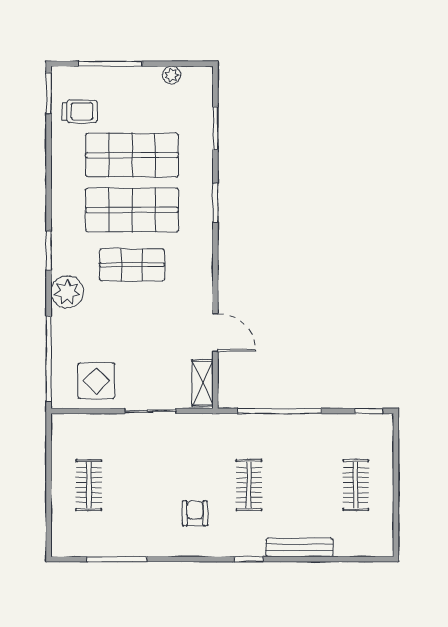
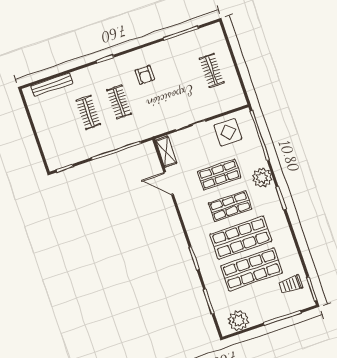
plant: (172, 75) -> (238, 321), width x1.88, depth x1.88
shop shelf: (132, 320) -> (219, 174), added
clothes rail: (356, 485) -> (88, 112), moved
bench: (299, 547) -> (52, 85), moved

